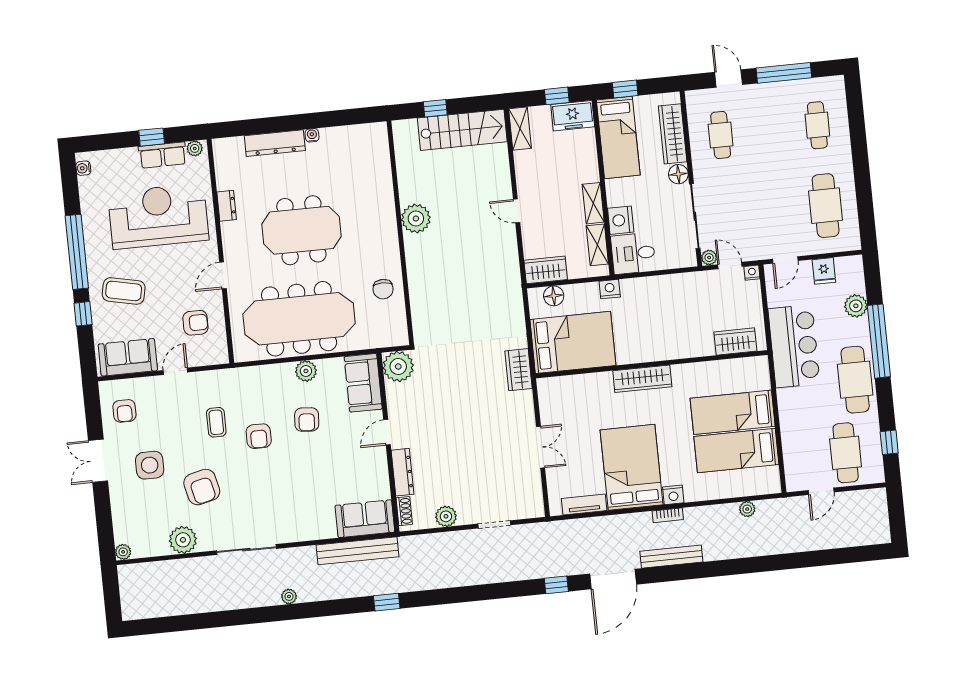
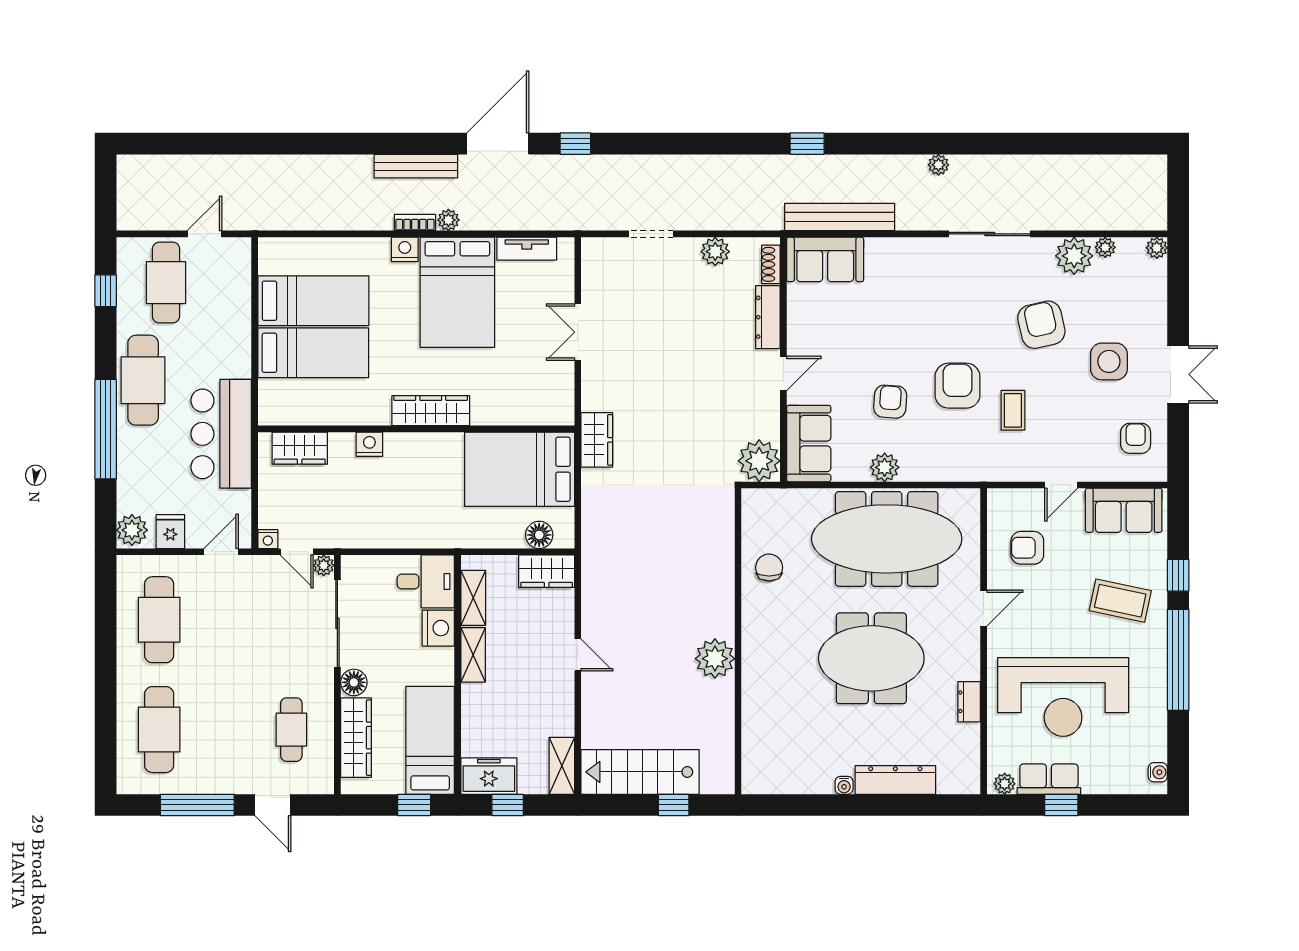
cafe table: (817, 125) -> (159, 730), width x1.37, depth x1.35
nightstand: (610, 289) -> (369, 444), moved, turned 180
plant: (856, 306) -> (132, 530), moved
armchair: (259, 436) -> (957, 386), width x1.38, depth x1.38
plant: (747, 509) -> (448, 220), moved
plant: (161, 548) -> (1105, 247), added

